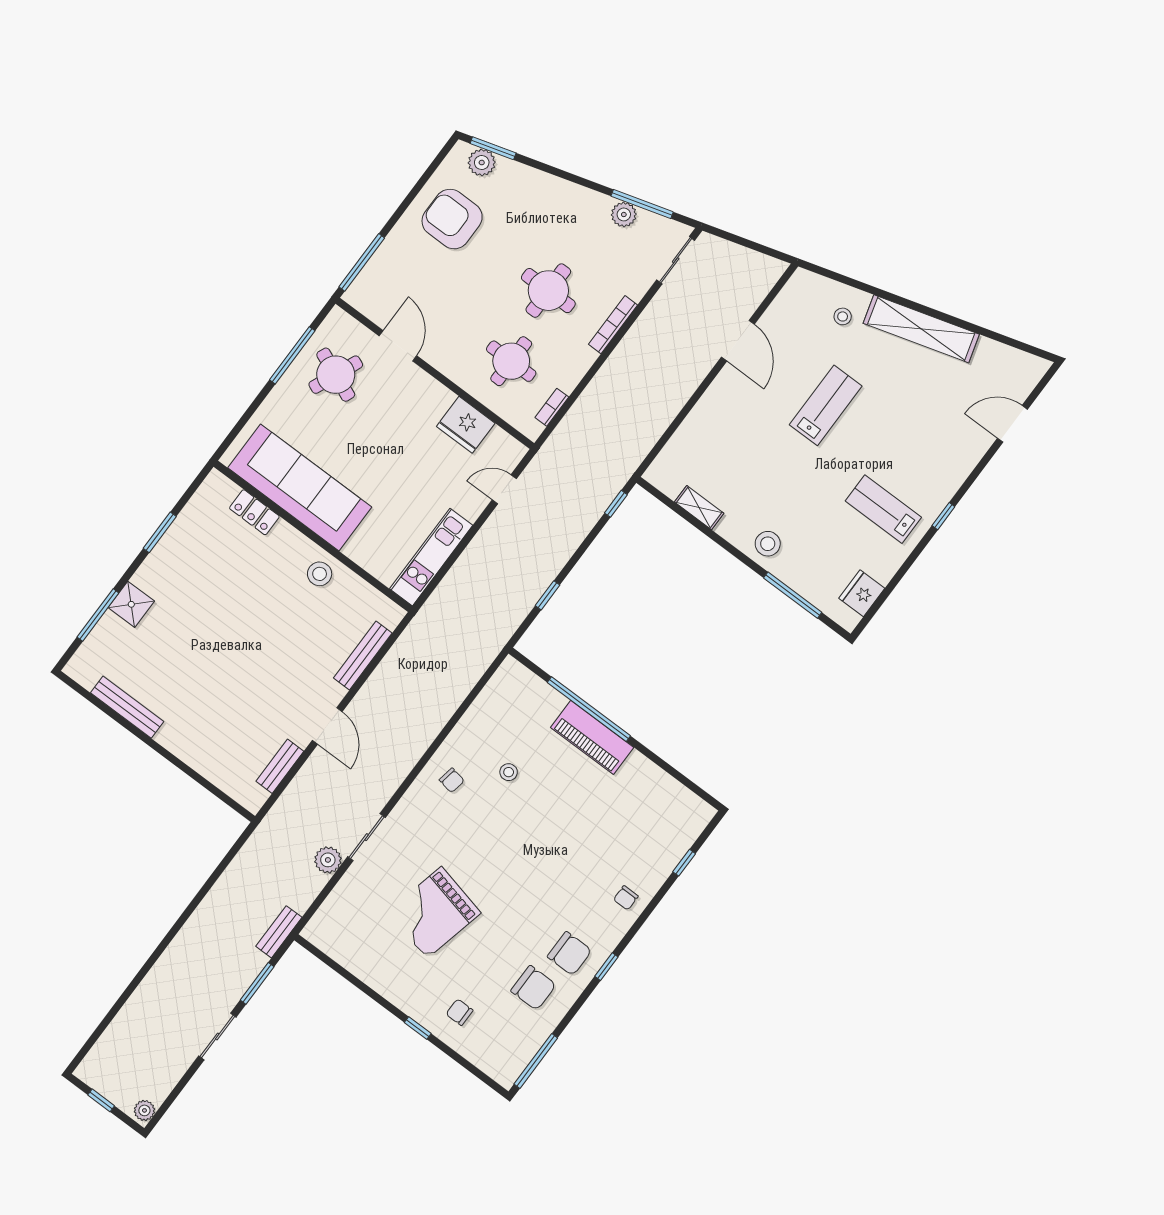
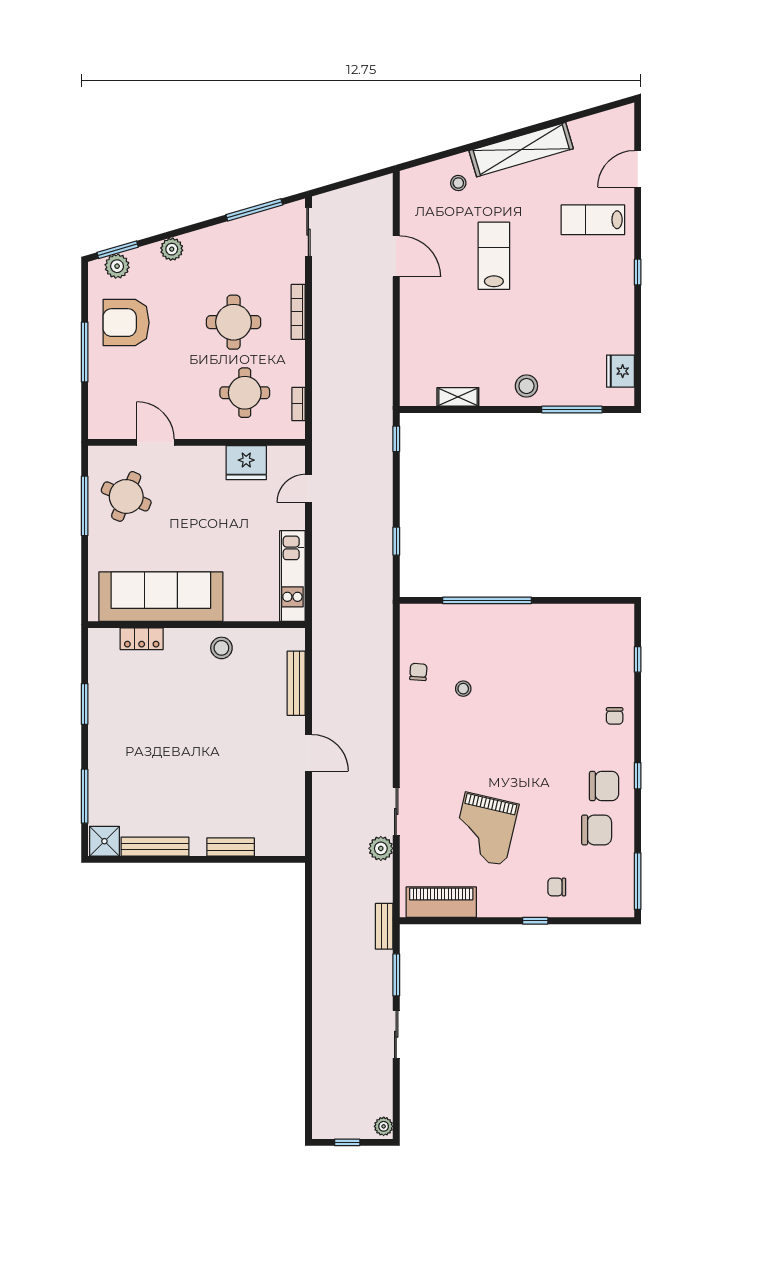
plant: (624, 214) -> (172, 249), moved
window: (362, 262) -> (85, 352), moved
lab bench: (883, 509) -> (593, 220), moved
shower: (131, 604) -> (104, 841), moved
piano: (592, 737) -> (441, 902), moved, turned 180
bench: (280, 766) -> (231, 847), moved, turned 90
chair: (452, 780) -> (418, 672), moved, turned -96

